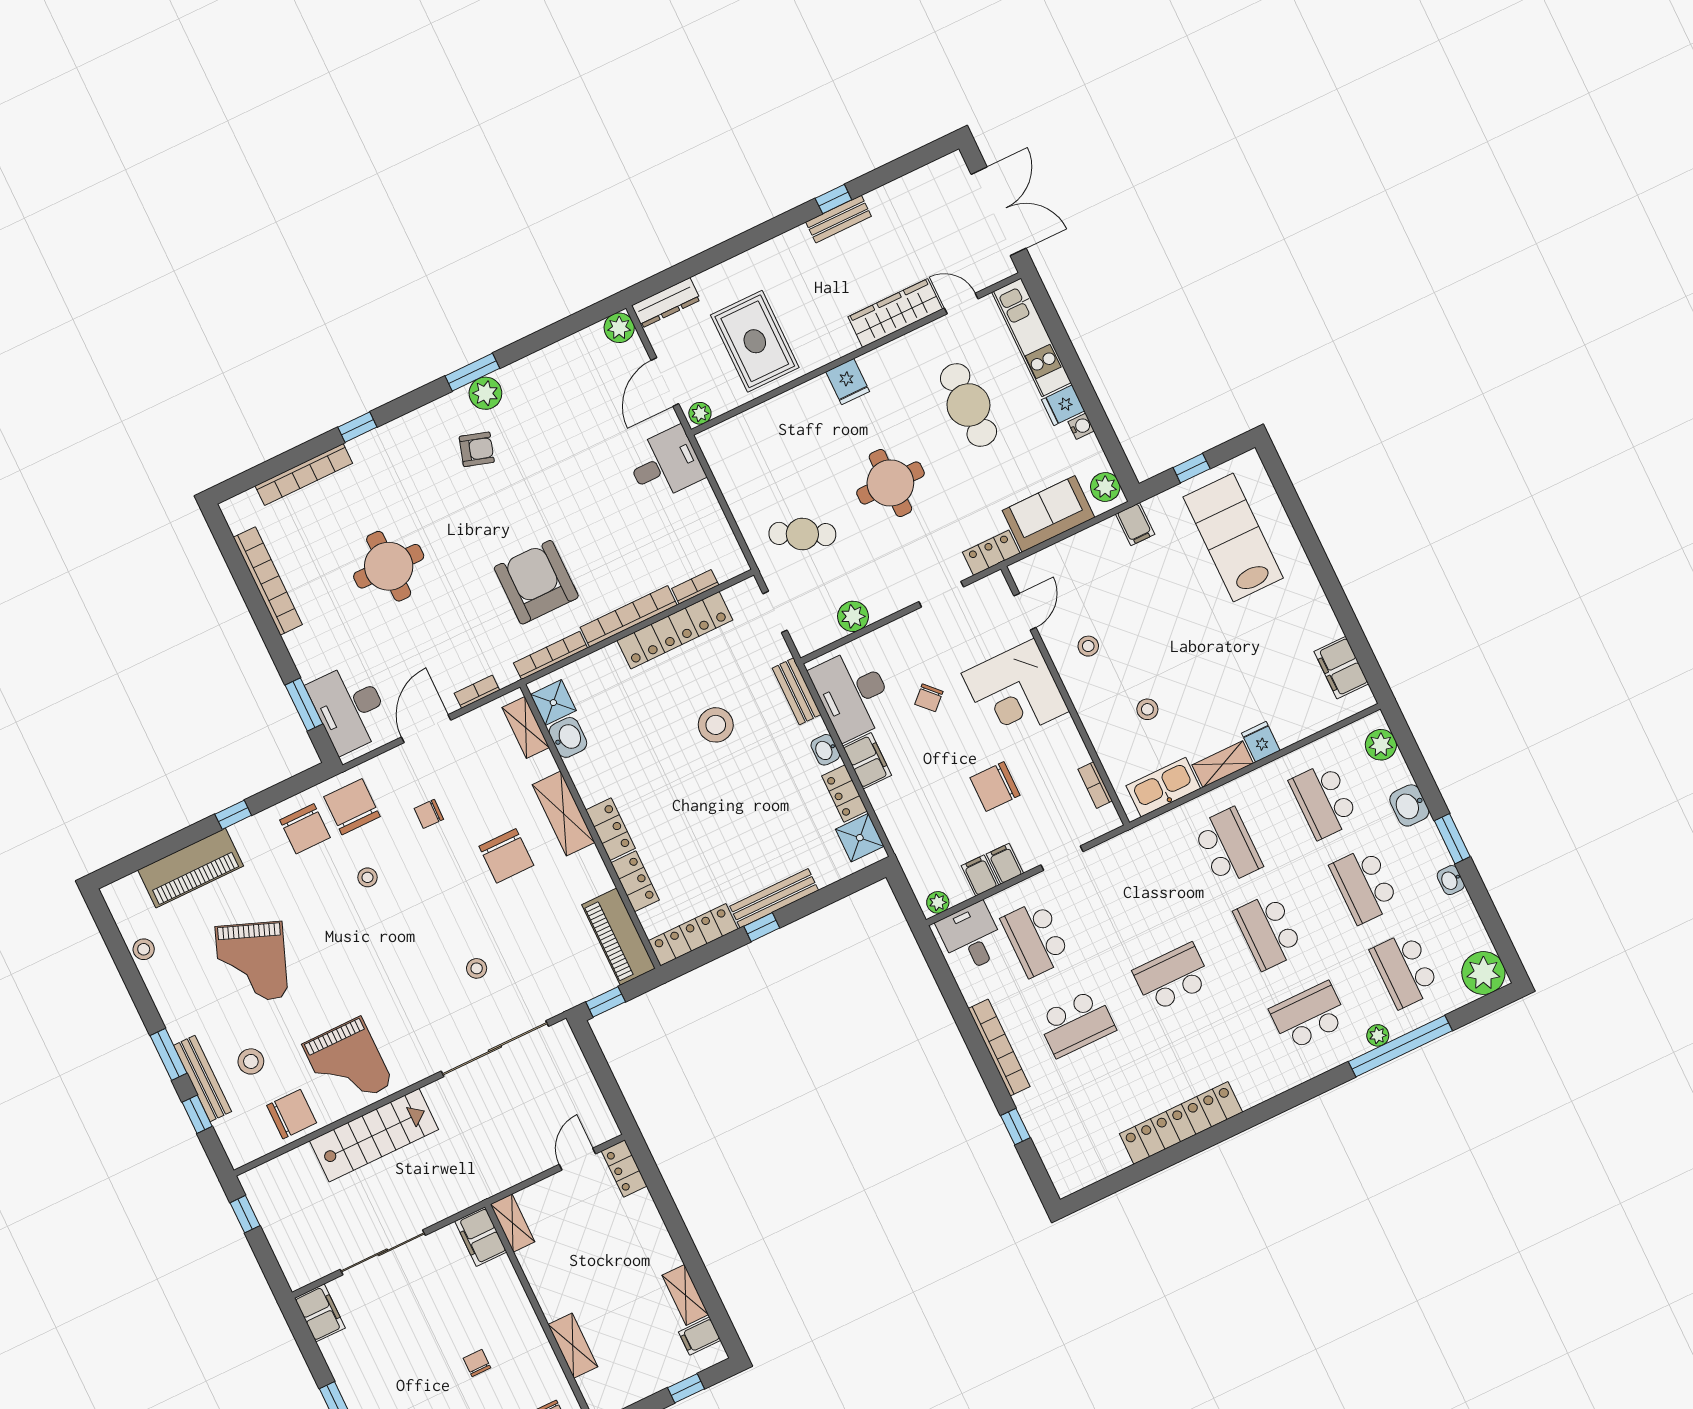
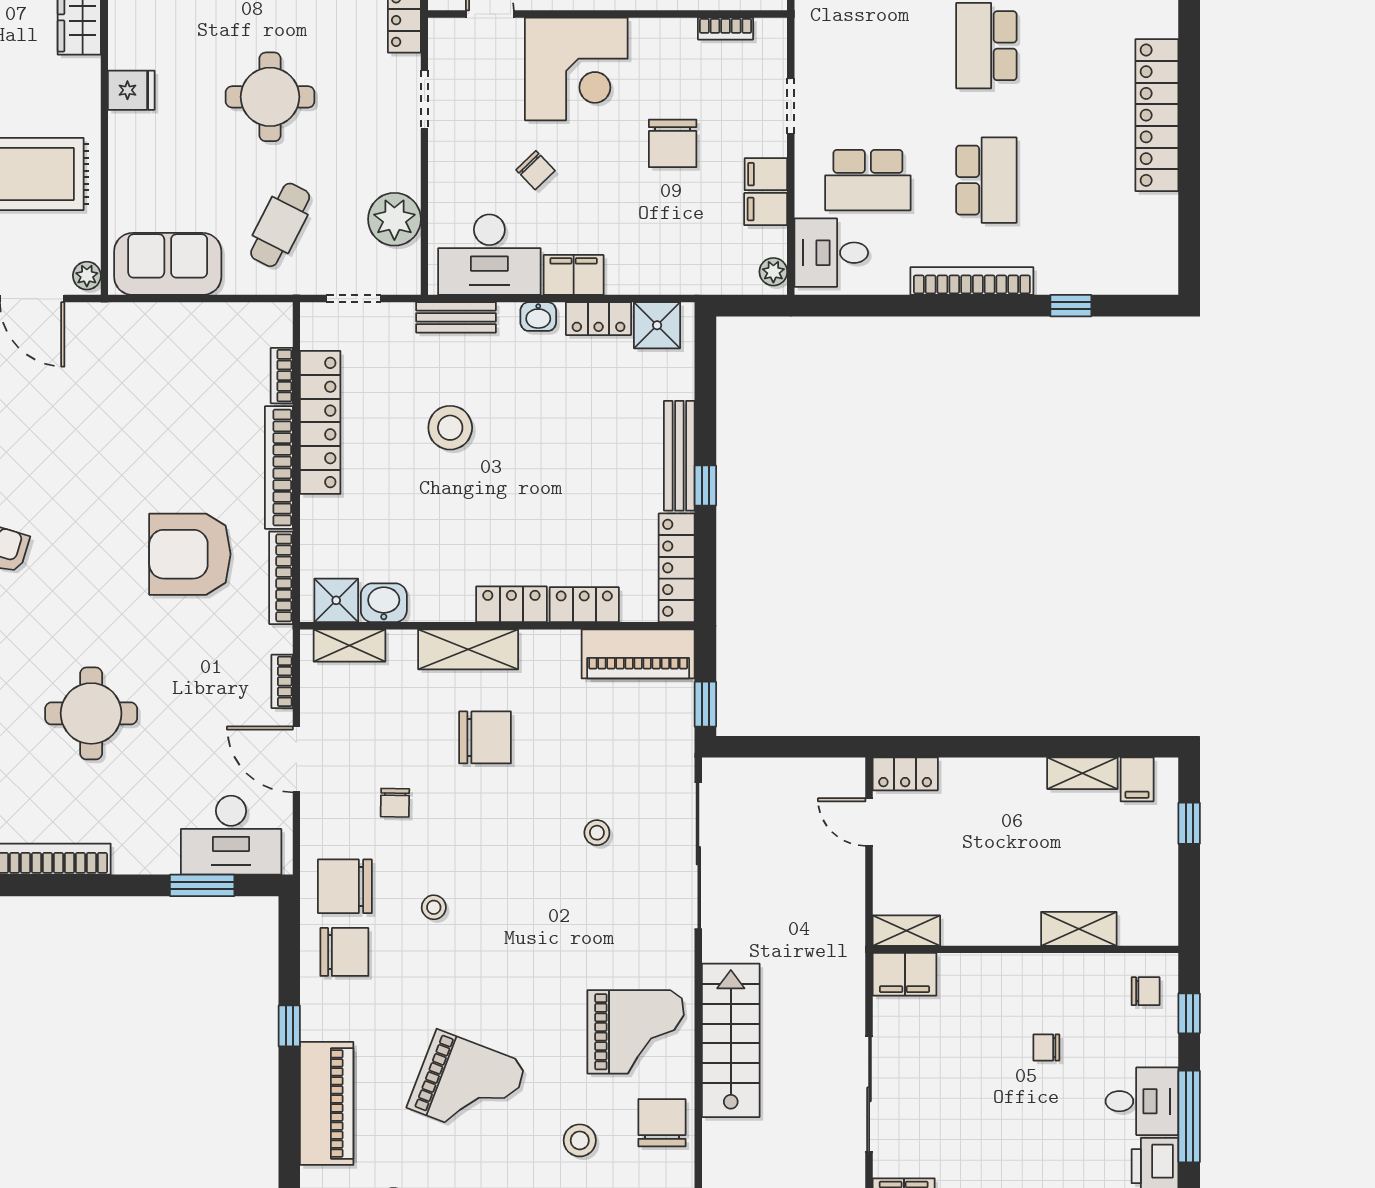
desk: (665, 464) -> (126, 343), removed
sofa: (736, 467) -> (168, 264), added
plant: (853, 616) -> (394, 219), width x1.36, depth x1.36

